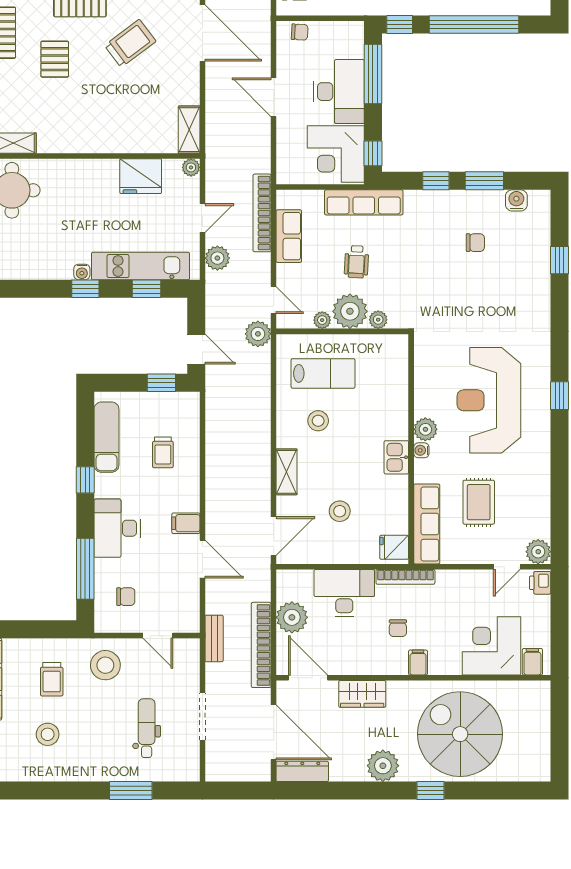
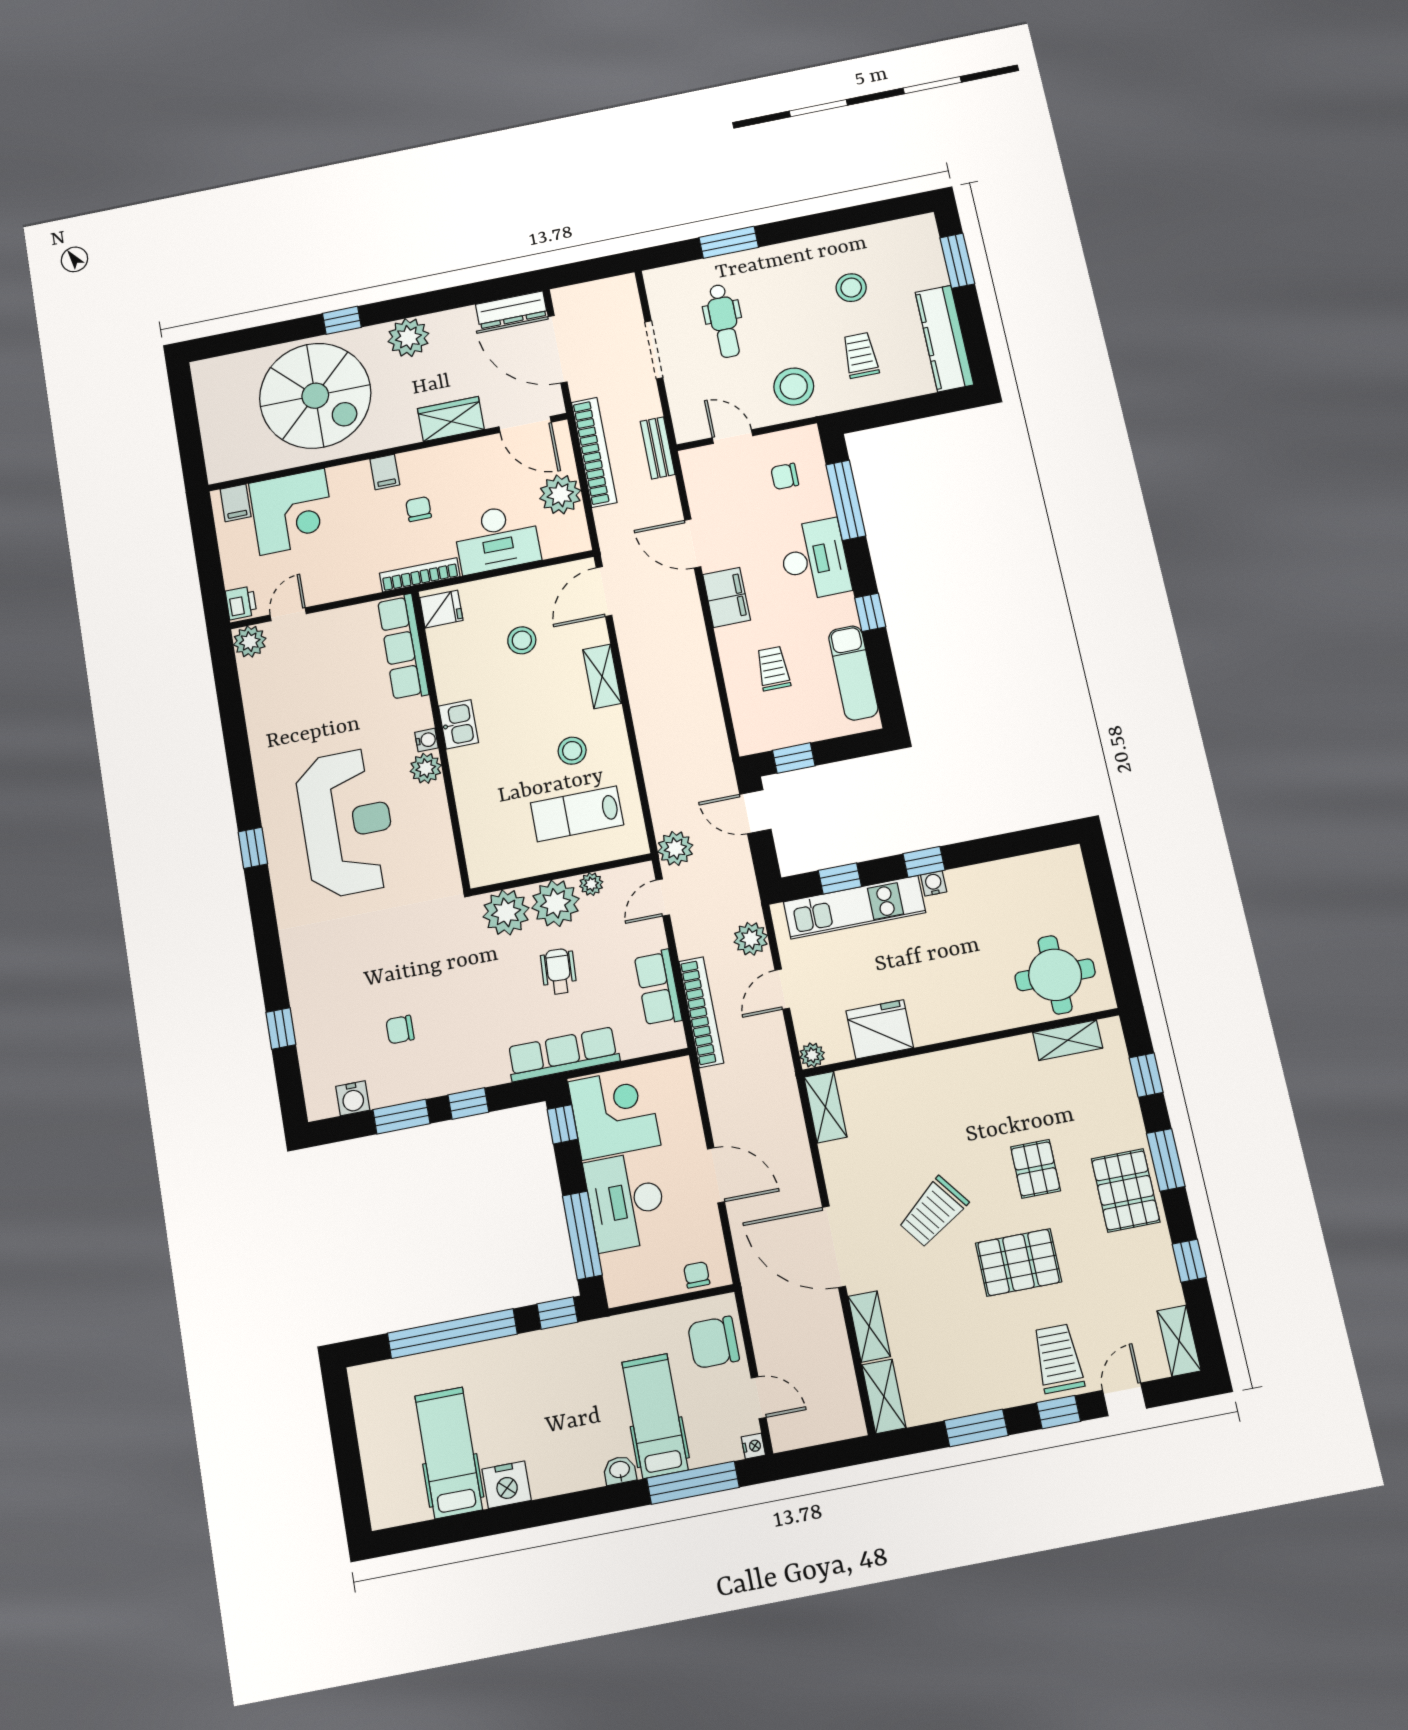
chair: (300, 32) -> (697, 1275), turned 87
door: (274, 300) -> (663, 897), hinge flipped
plant: (378, 320) -> (506, 912), width x1.88, depth x1.88
rug: (479, 502) -> (339, 689), removed
filing cabinet: (186, 523) -> (727, 597), width x2.00

